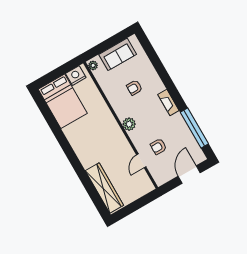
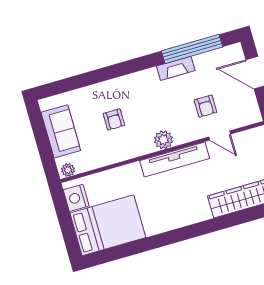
fireplace: (168, 103) -> (176, 68), moved
tv unit: (118, 135) -> (175, 160), added

